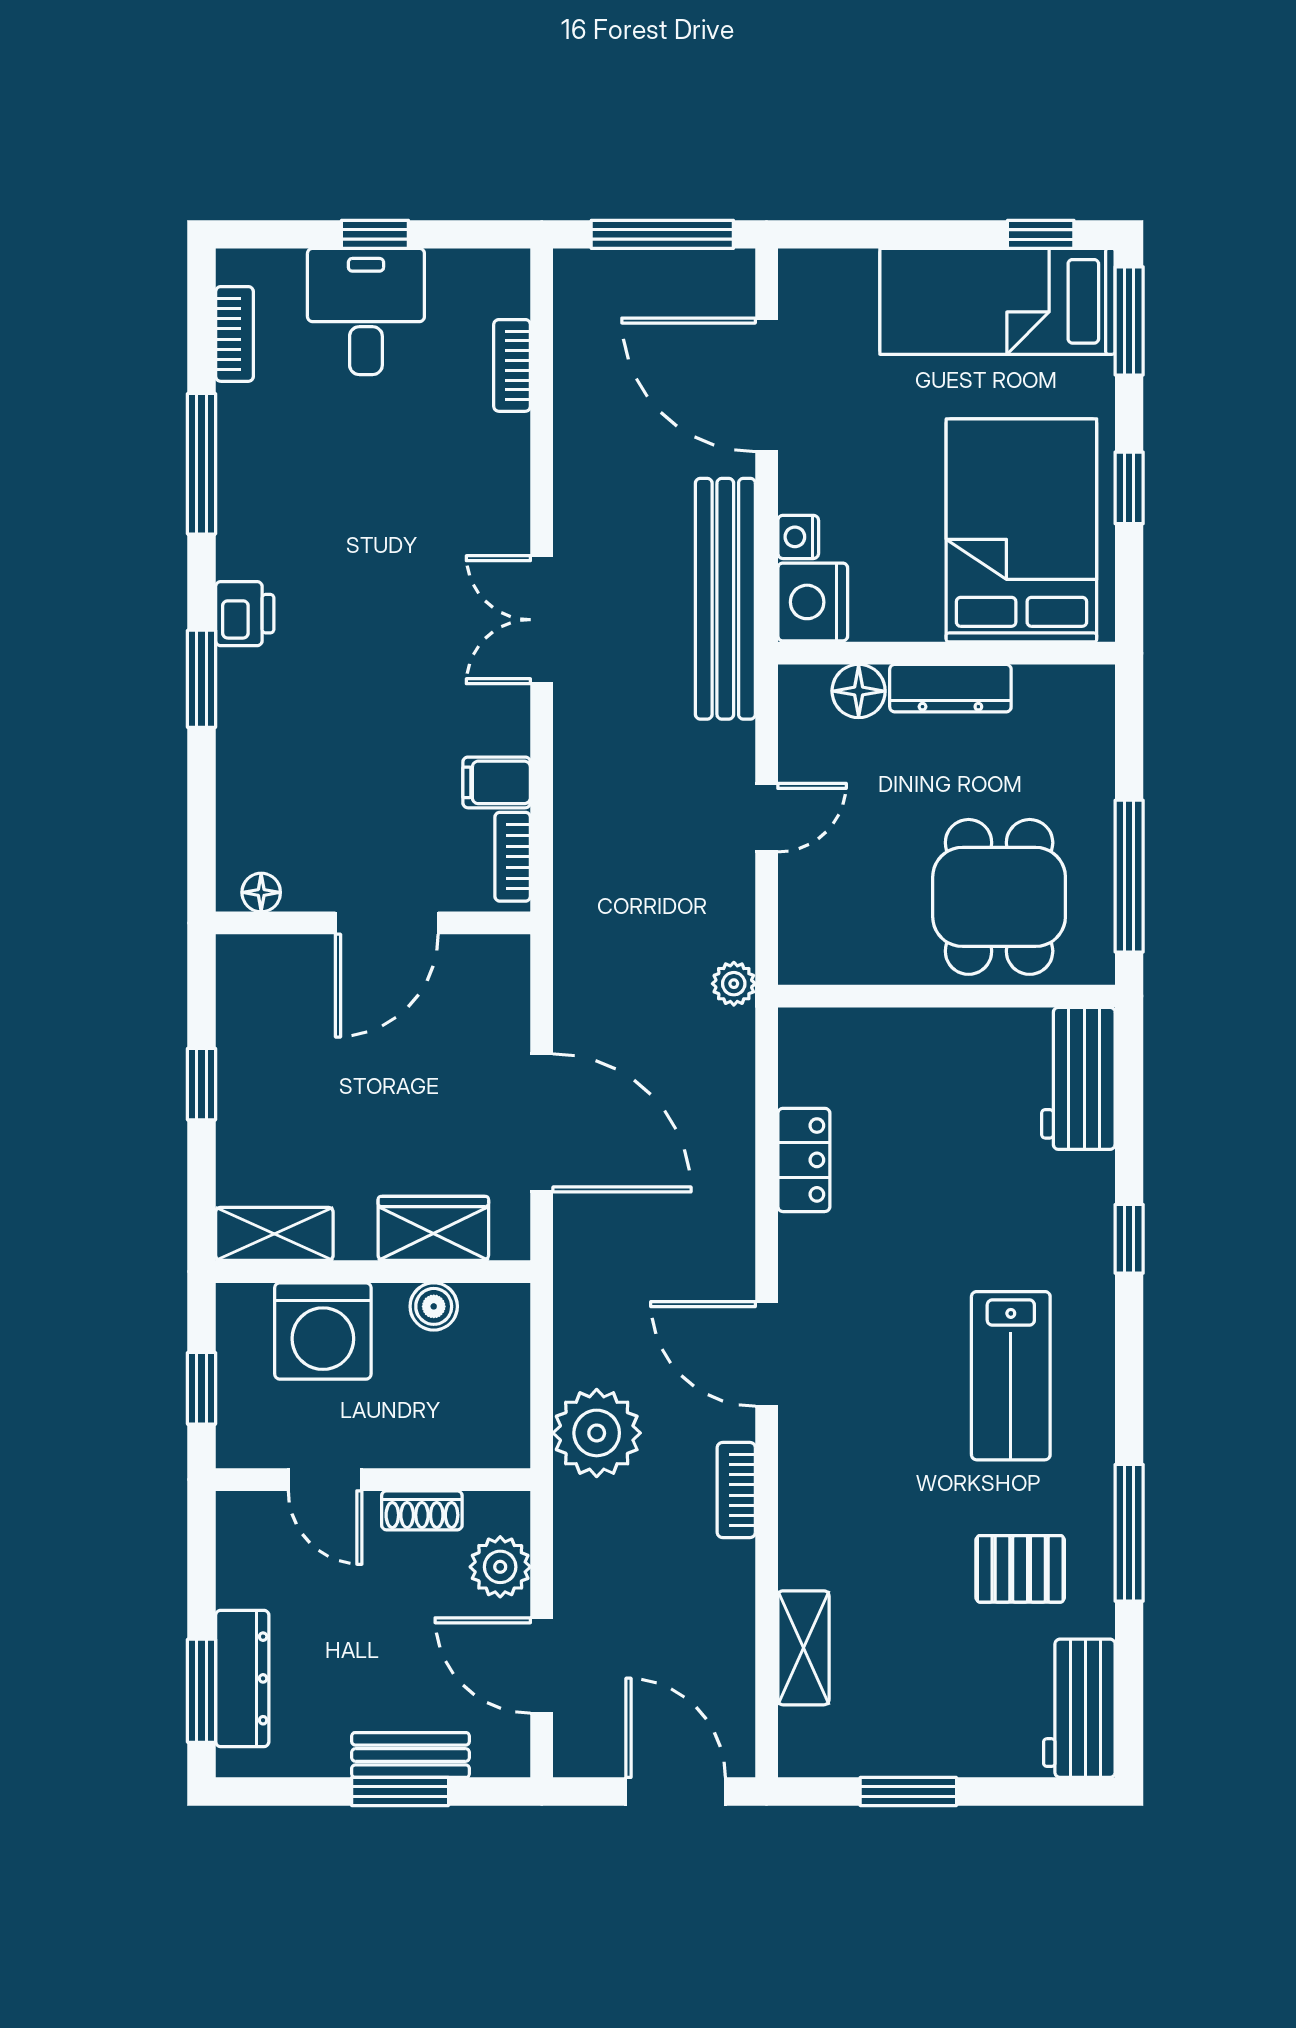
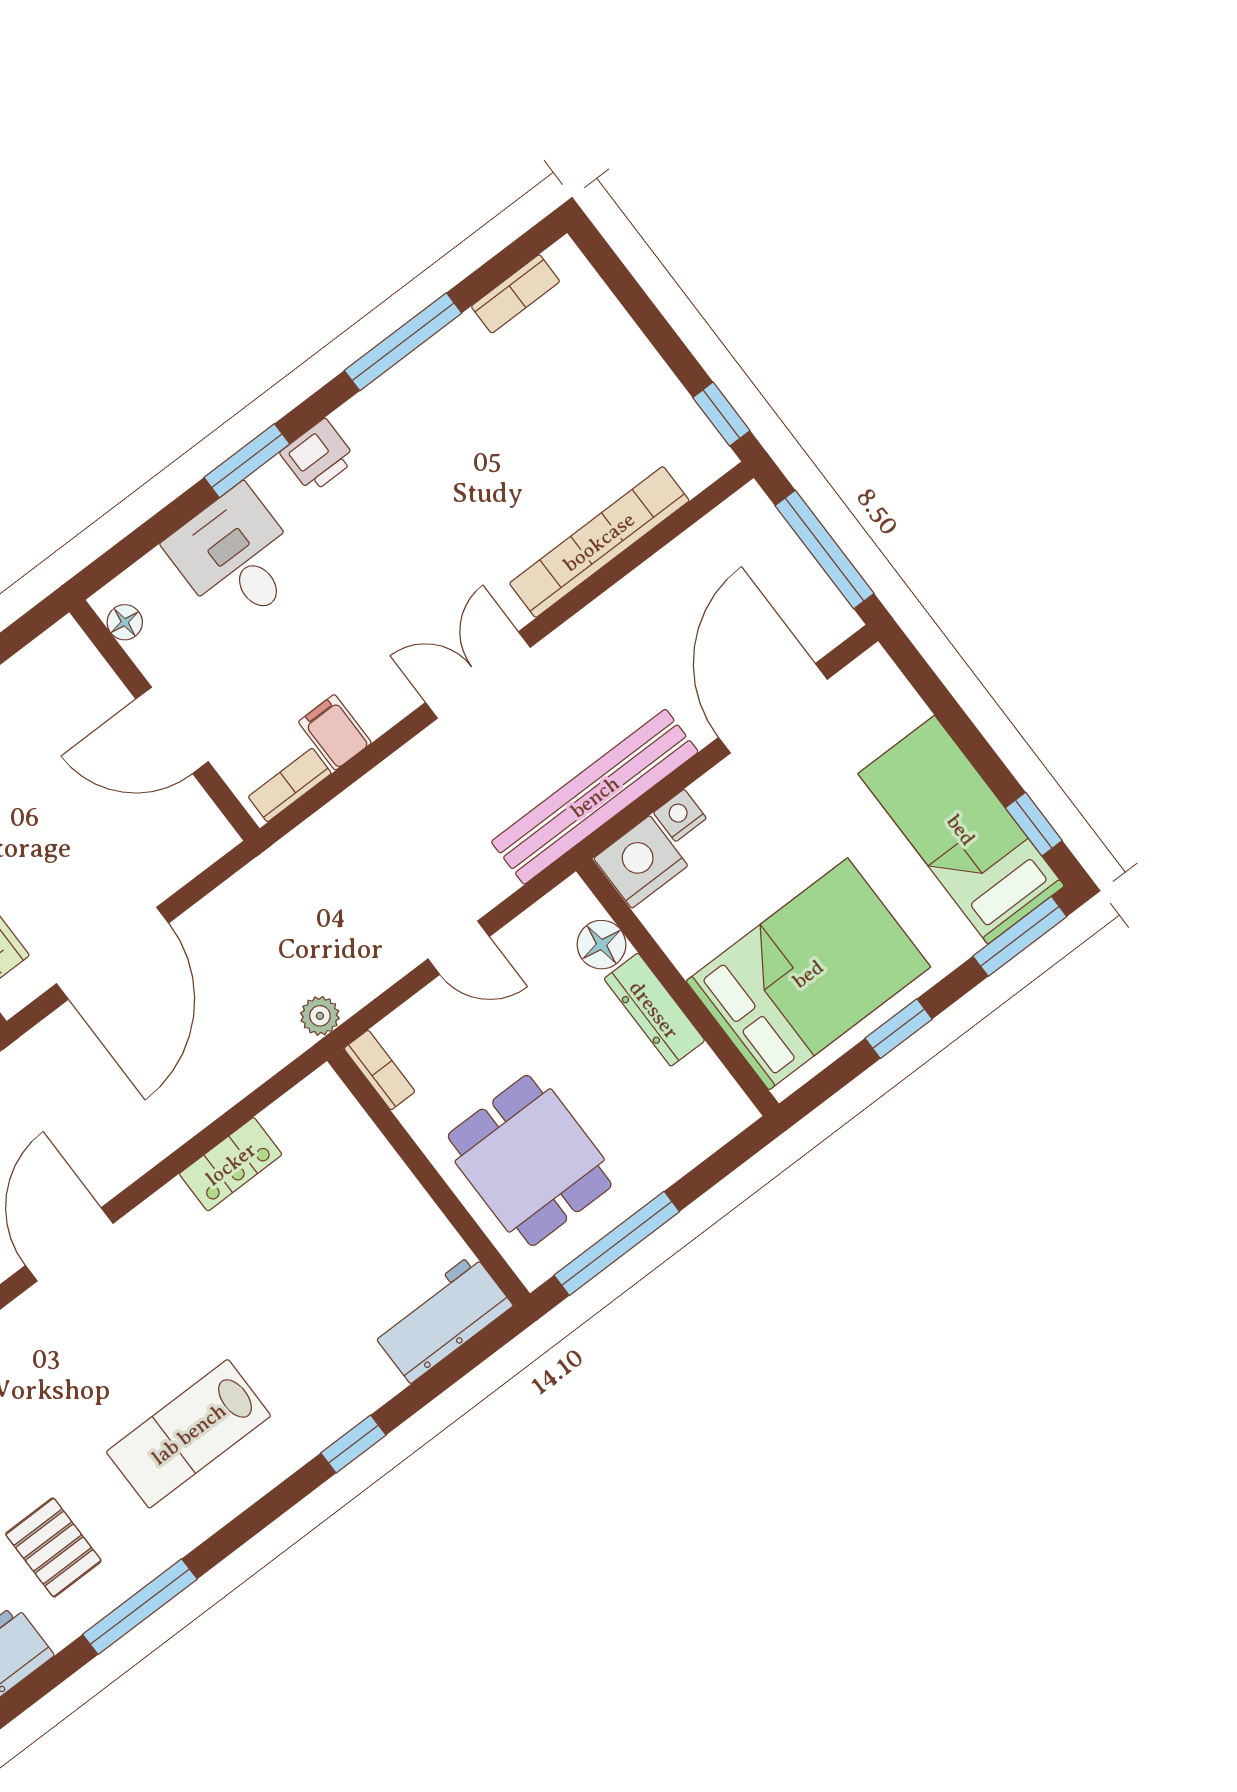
window: (375, 234) -> (721, 414), moved
desk: (366, 311) -> (236, 557), moved, turned -90
bookcase: (512, 365) -> (599, 542), width x2.31, depth x1.31
dining table: (999, 897) -> (530, 1160), turned 90
bookcase: (821, 968) -> (379, 1070), added

